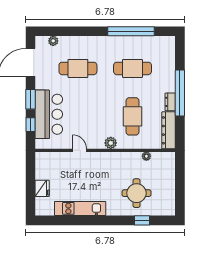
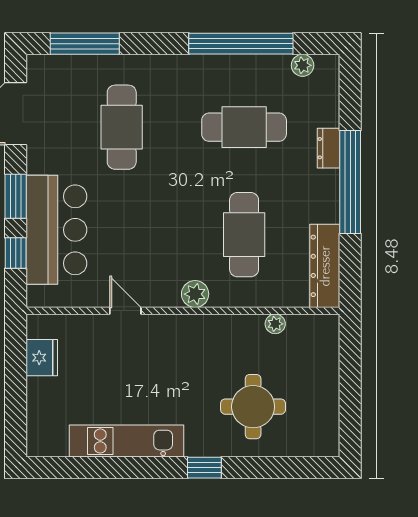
window: (61, 31) -> (85, 44), added
plant: (53, 41) -> (303, 65), moved
cafe table: (78, 68) -> (122, 127), turned 90
dresser: (170, 102) -> (329, 148), moved
fridge: (42, 188) -> (42, 358), moved
window: (142, 220) -> (204, 468), moved

